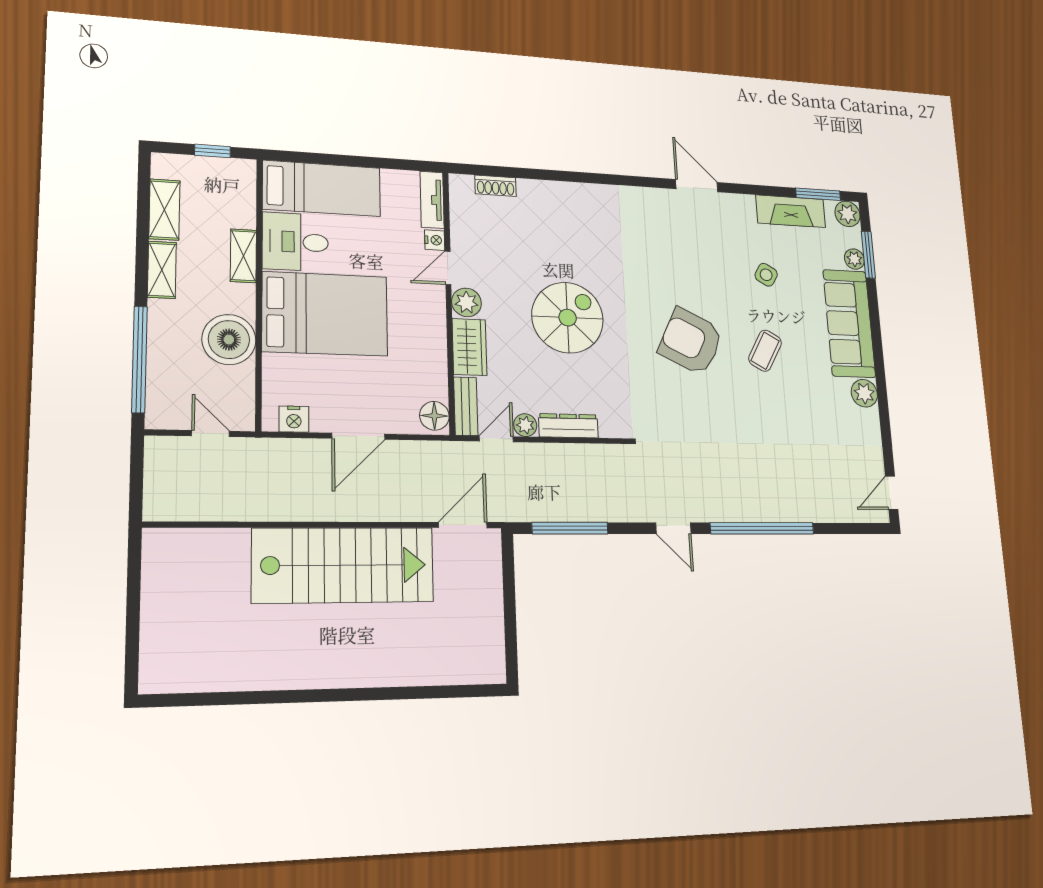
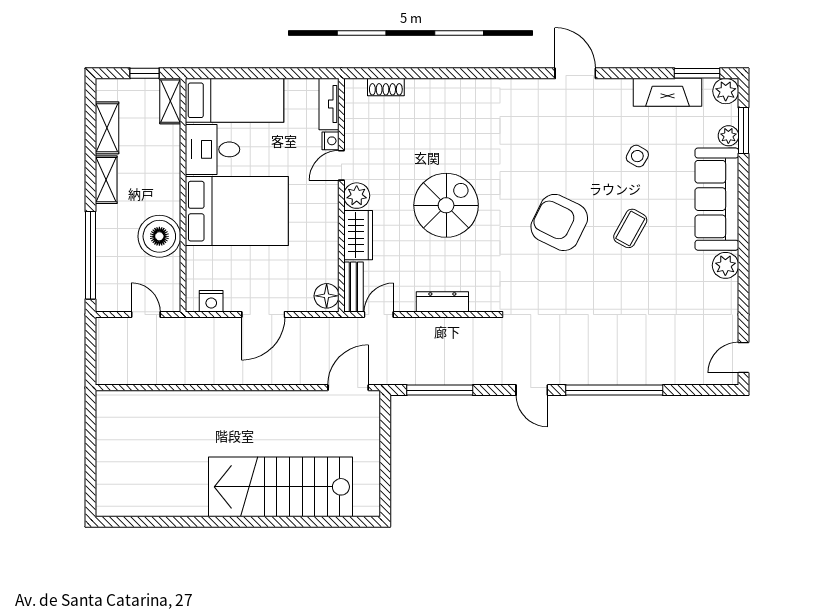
shelving: (243, 256) -> (170, 101), moved
plant: (525, 425) -> (404, 302), removed
stairs: (343, 565) -> (281, 487), moved, turned 180

